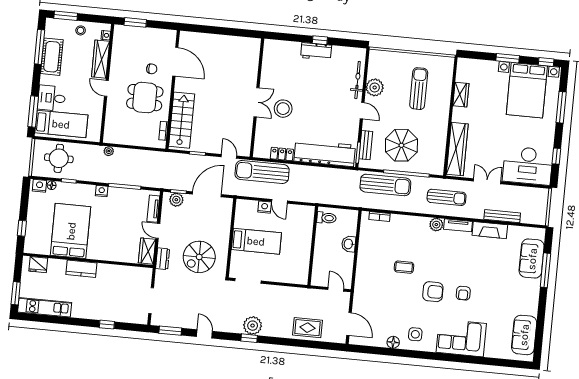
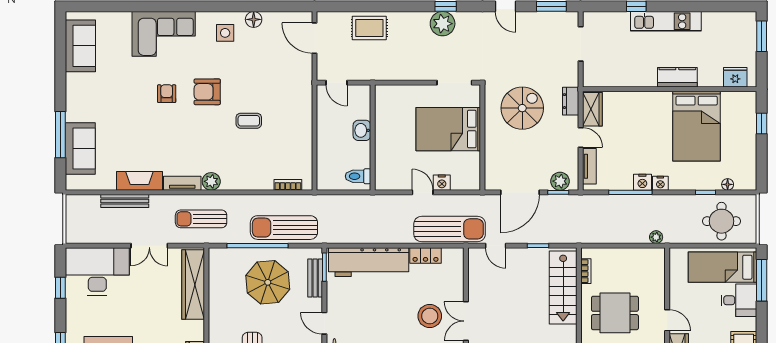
nightstand: (39, 186) -> (642, 182), moved
bed: (256, 241) -> (448, 129), width x1.50
washbasin: (349, 244) -> (362, 130), moved, turned 180
kitchen unit: (45, 307) -> (666, 21), moved

